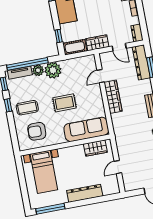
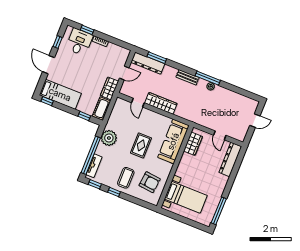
dresser: (137, 33) -> (122, 51), removed
plant: (38, 70) -> (101, 150), removed
armchair: (37, 131) -> (150, 182), turned -85
dresser: (85, 193) -> (230, 159), moved

